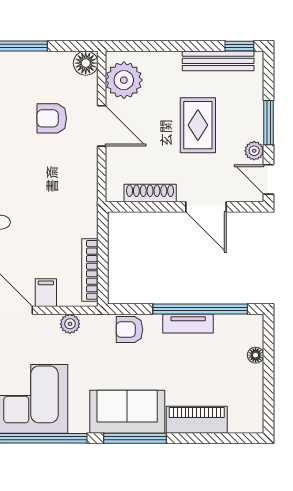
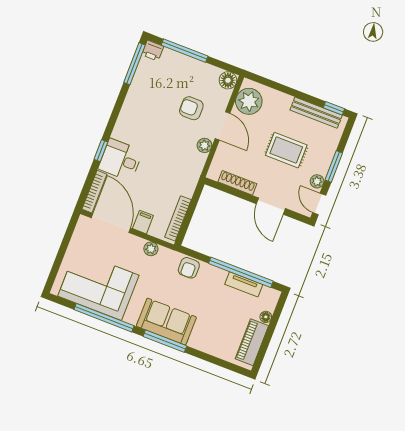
rug: (198, 125) -> (286, 150), turned 90
plant: (88, 161) -> (204, 145), added
tv unit: (188, 324) -> (244, 284), moved
armchair: (129, 330) -> (189, 268), turned -90
piano: (197, 420) -> (252, 342), moved, turned -90

